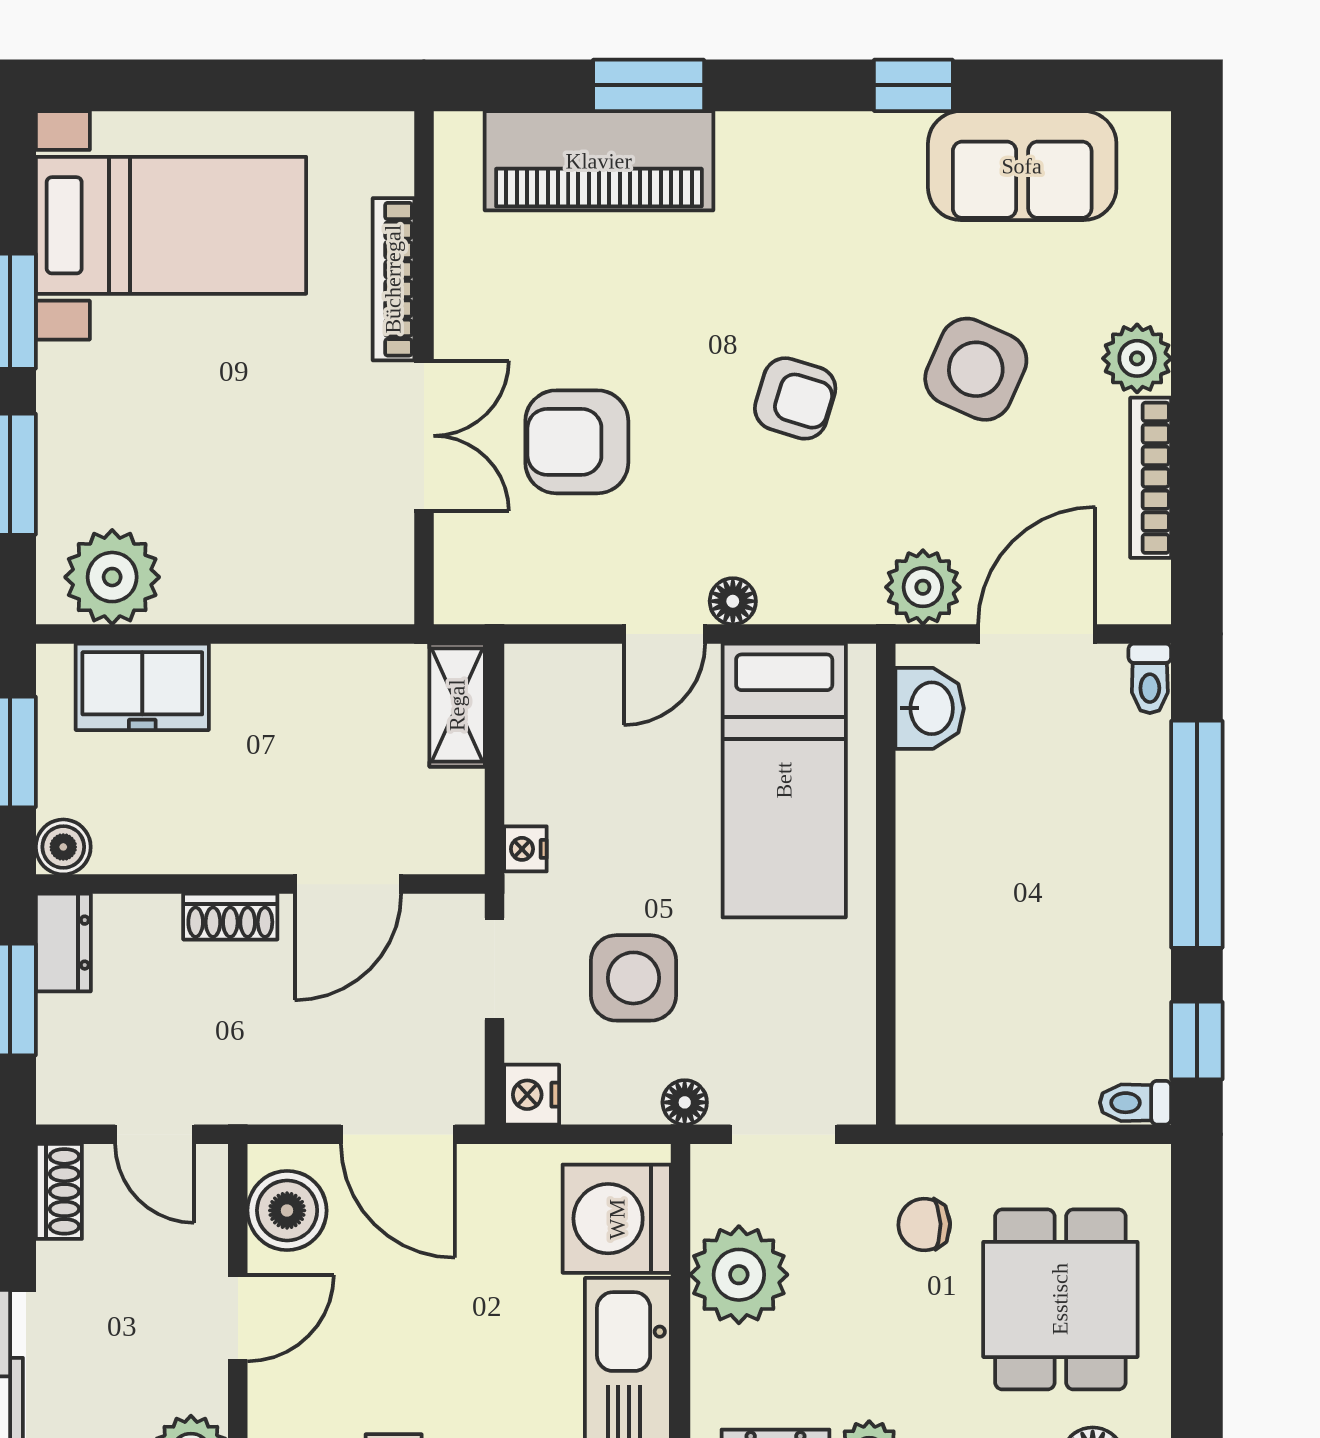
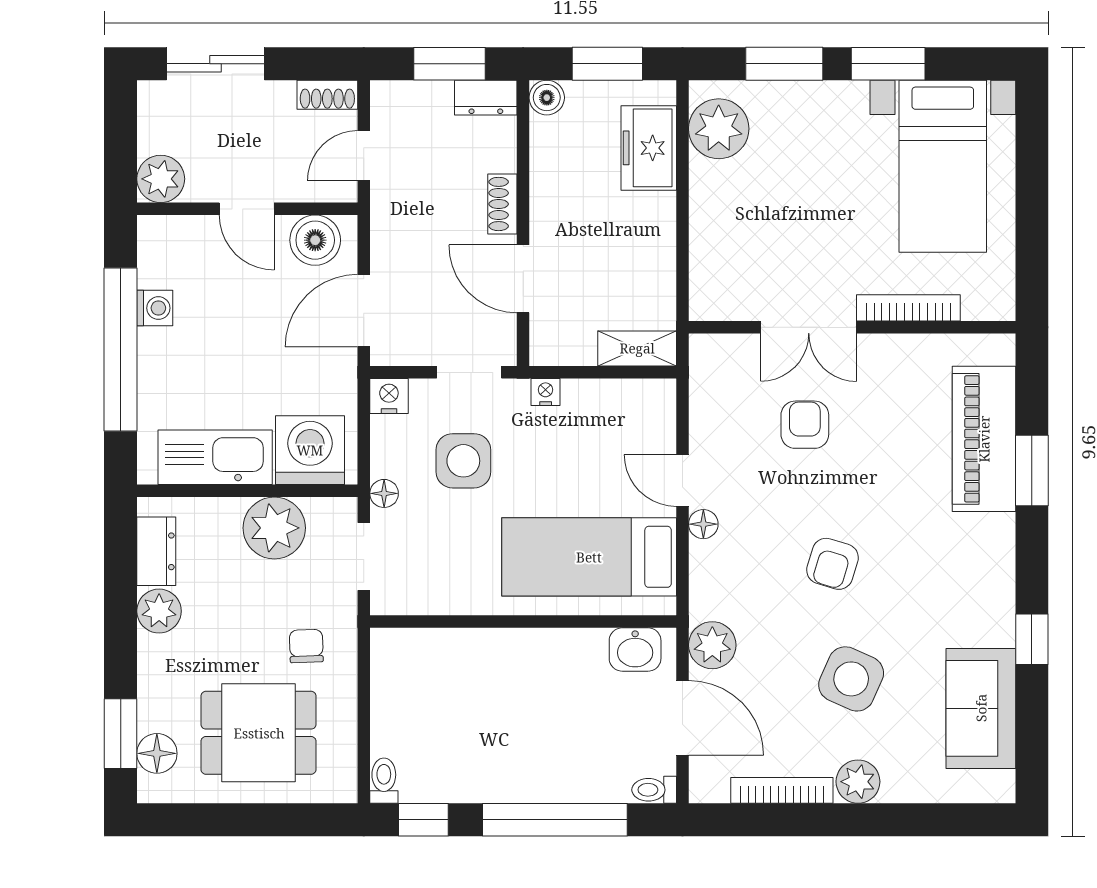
armchair: (577, 442) -> (805, 425), width x0.72, depth x0.72

